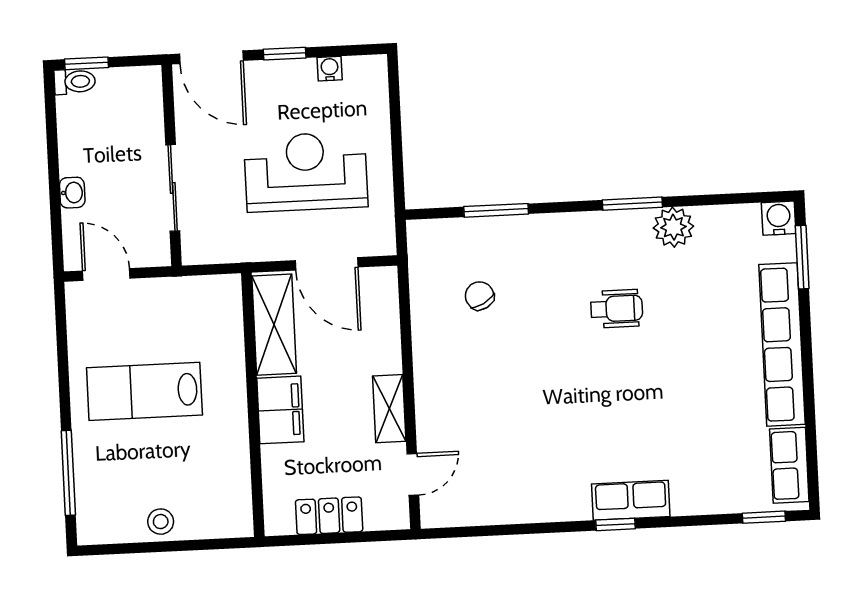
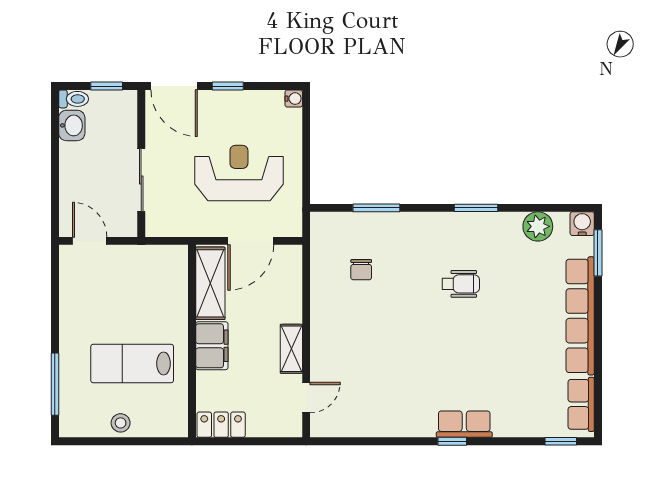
window: (87, 63) -> (107, 86), moved
water cooler: (330, 69) -> (294, 99), moved, turned 90
washbasin: (72, 193) -> (72, 125), moved, width x1.38, depth x1.45
plant: (673, 227) -> (538, 226), moved
door: (327, 264) -> (251, 241), hinge flipped
chair: (479, 296) -> (361, 270), turned -151
lab bench: (144, 391) -> (132, 364), moved
locker: (329, 516) -> (221, 425), moved

